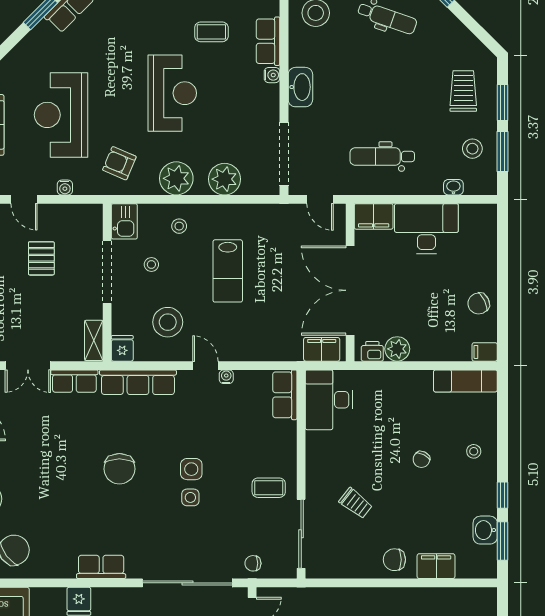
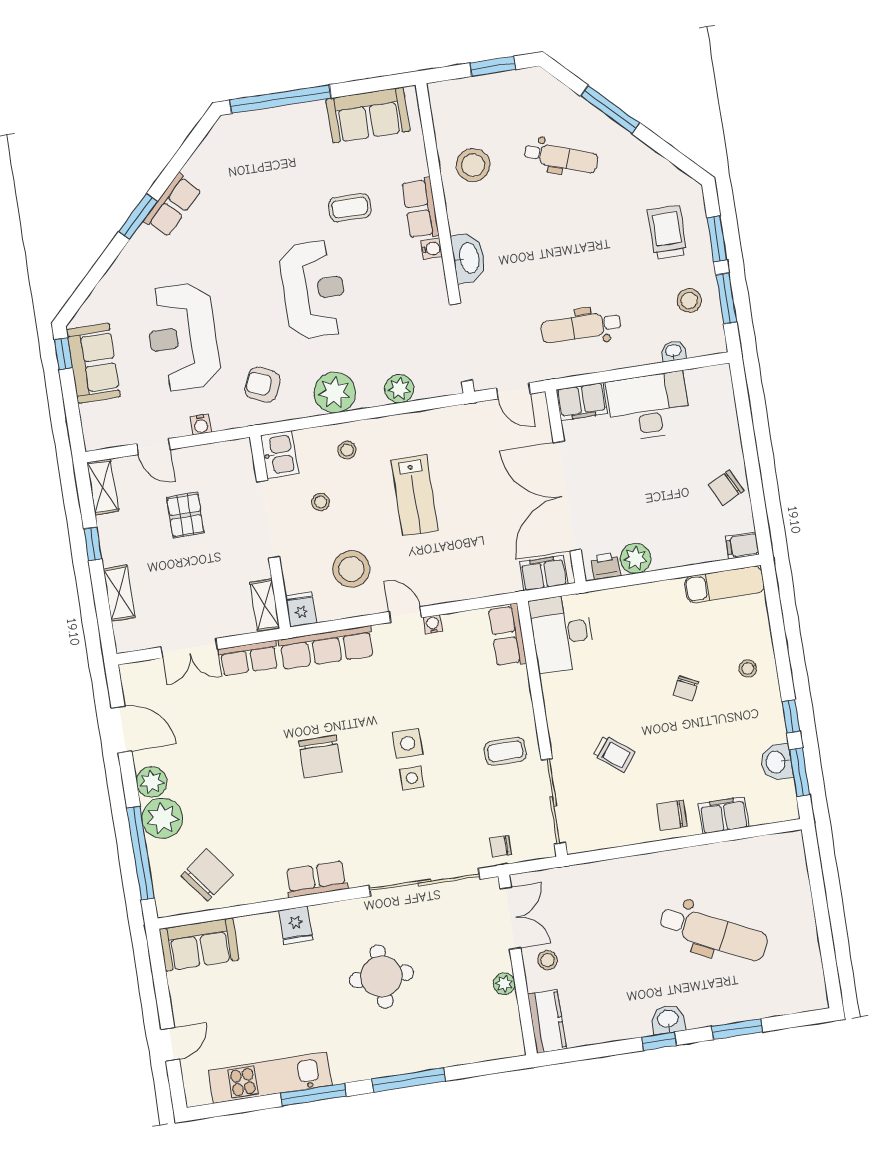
plant: (224, 179) -> (399, 389), width x0.73, depth x0.73

